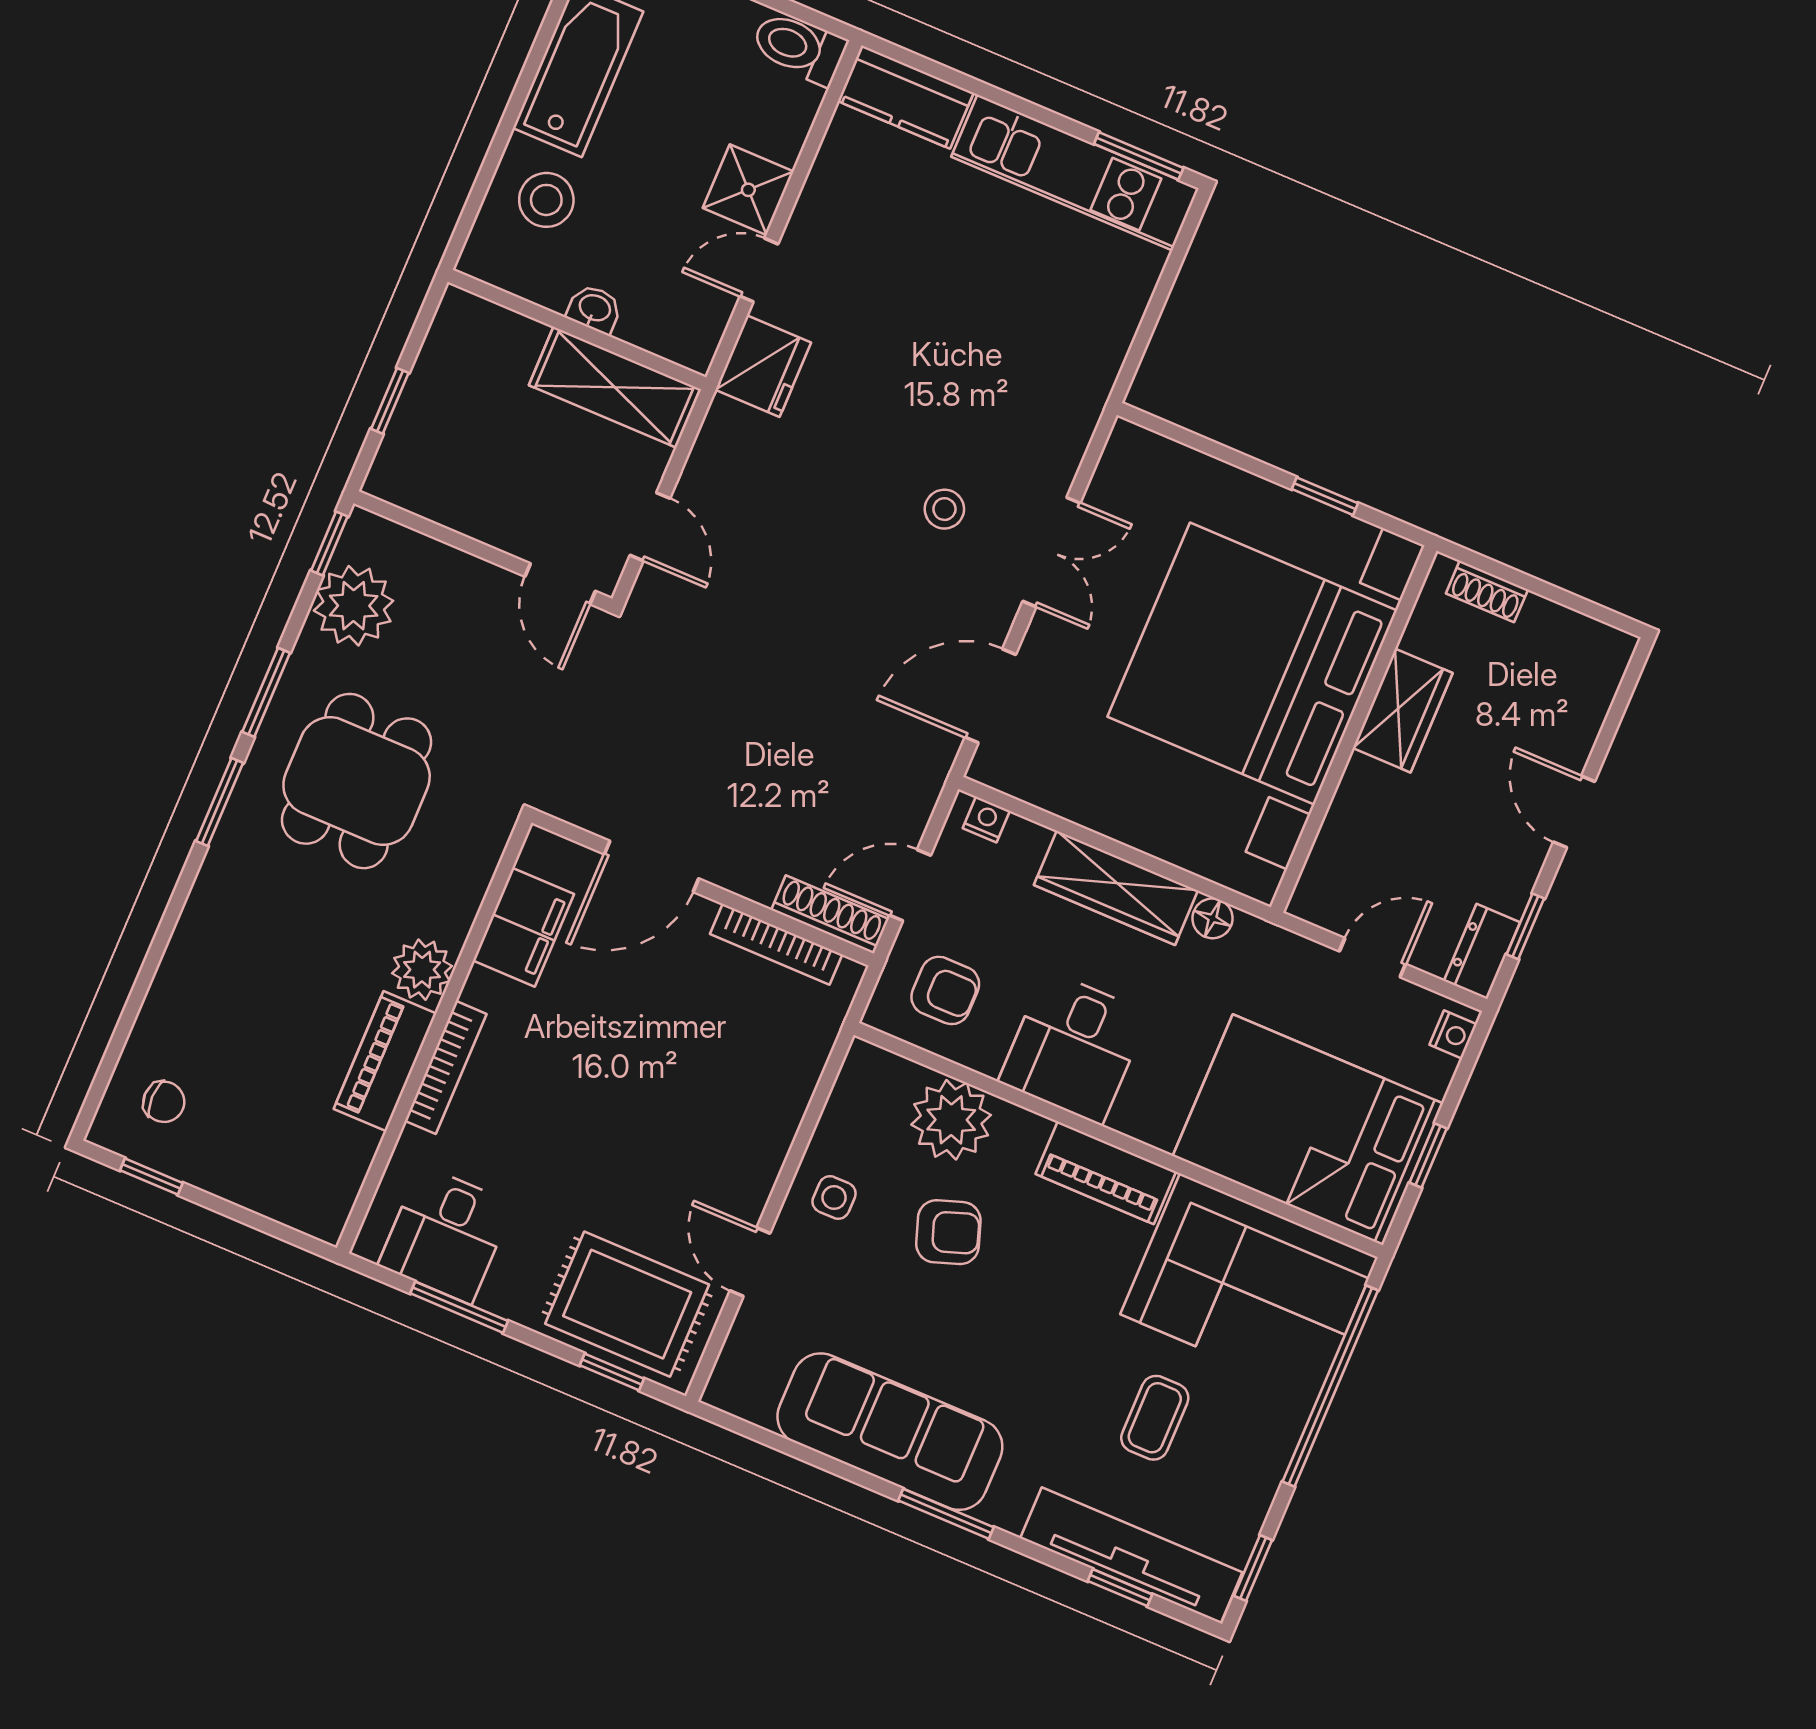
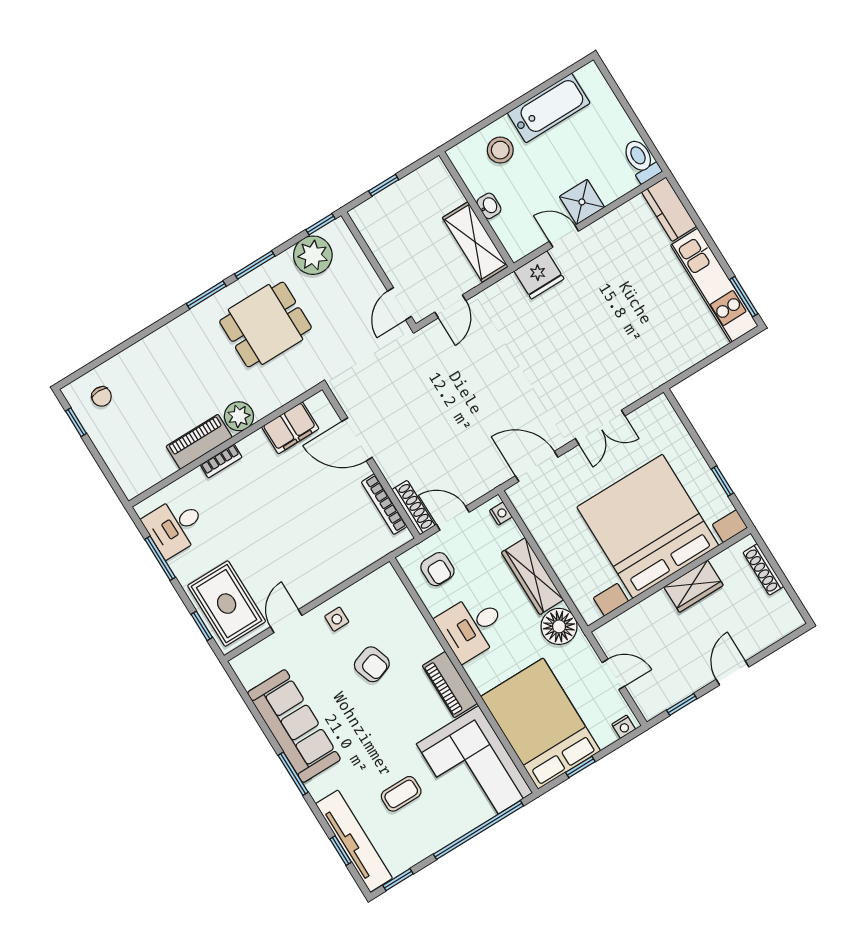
stool: (944, 509) -> (570, 381), removed
shoe rack: (1487, 591) -> (763, 569), width x1.43
floor lamp: (1213, 918) -> (559, 626), width x1.89, depth x1.89
dresser: (1482, 951) -> (658, 702), removed
bookcase: (446, 1067) -> (221, 461), width x0.64
plant: (951, 1120) -> (404, 621), removed

